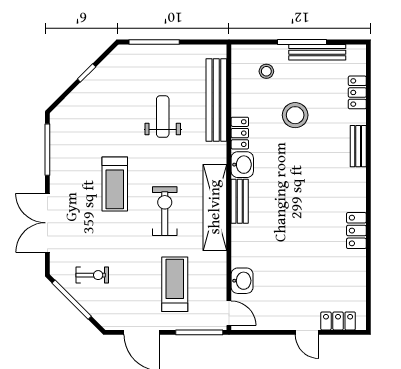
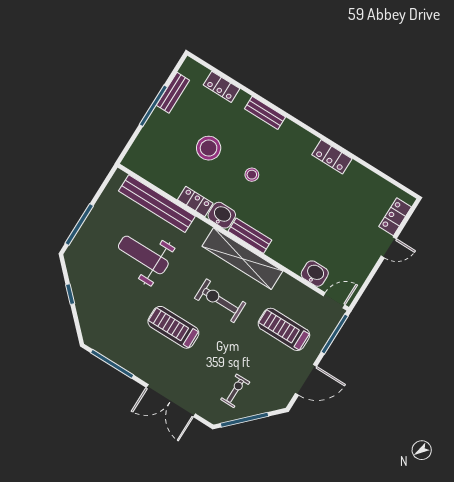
bench: (317, 52) -> (173, 93), width x0.73
stool: (266, 71) -> (252, 175), moved
weight bench: (163, 117) -> (143, 255), width x1.36, depth x1.33
treadmill: (115, 184) -> (173, 327), turned 180

